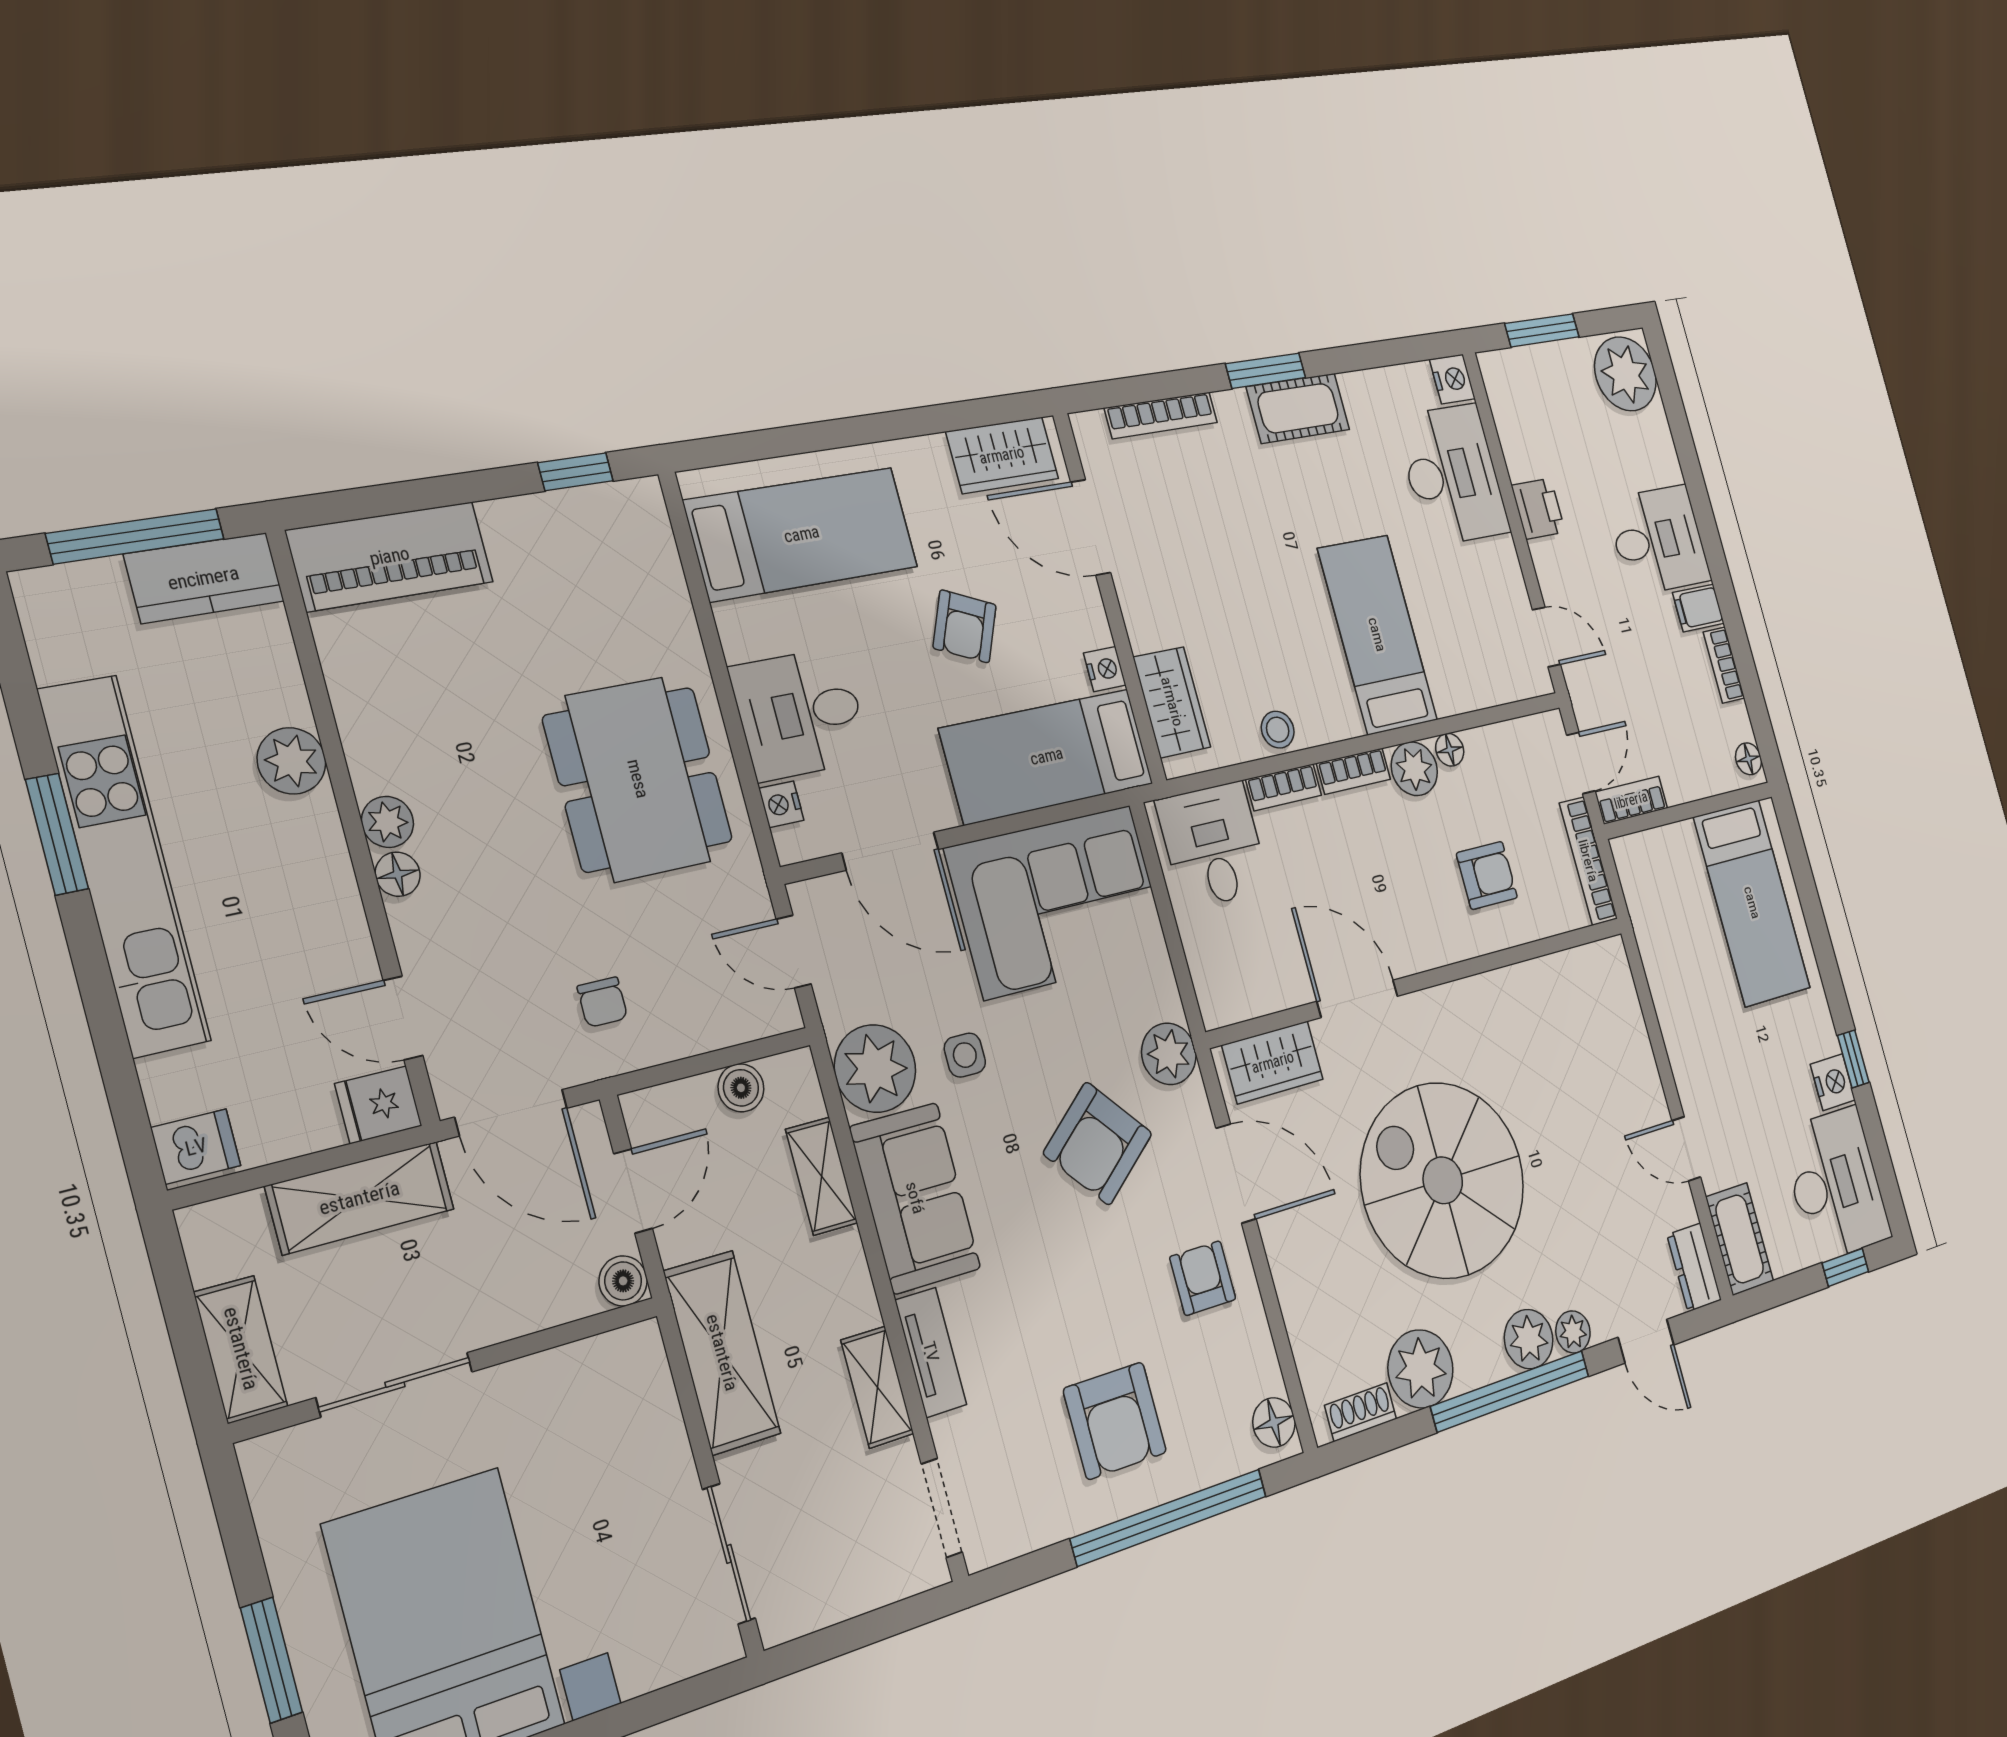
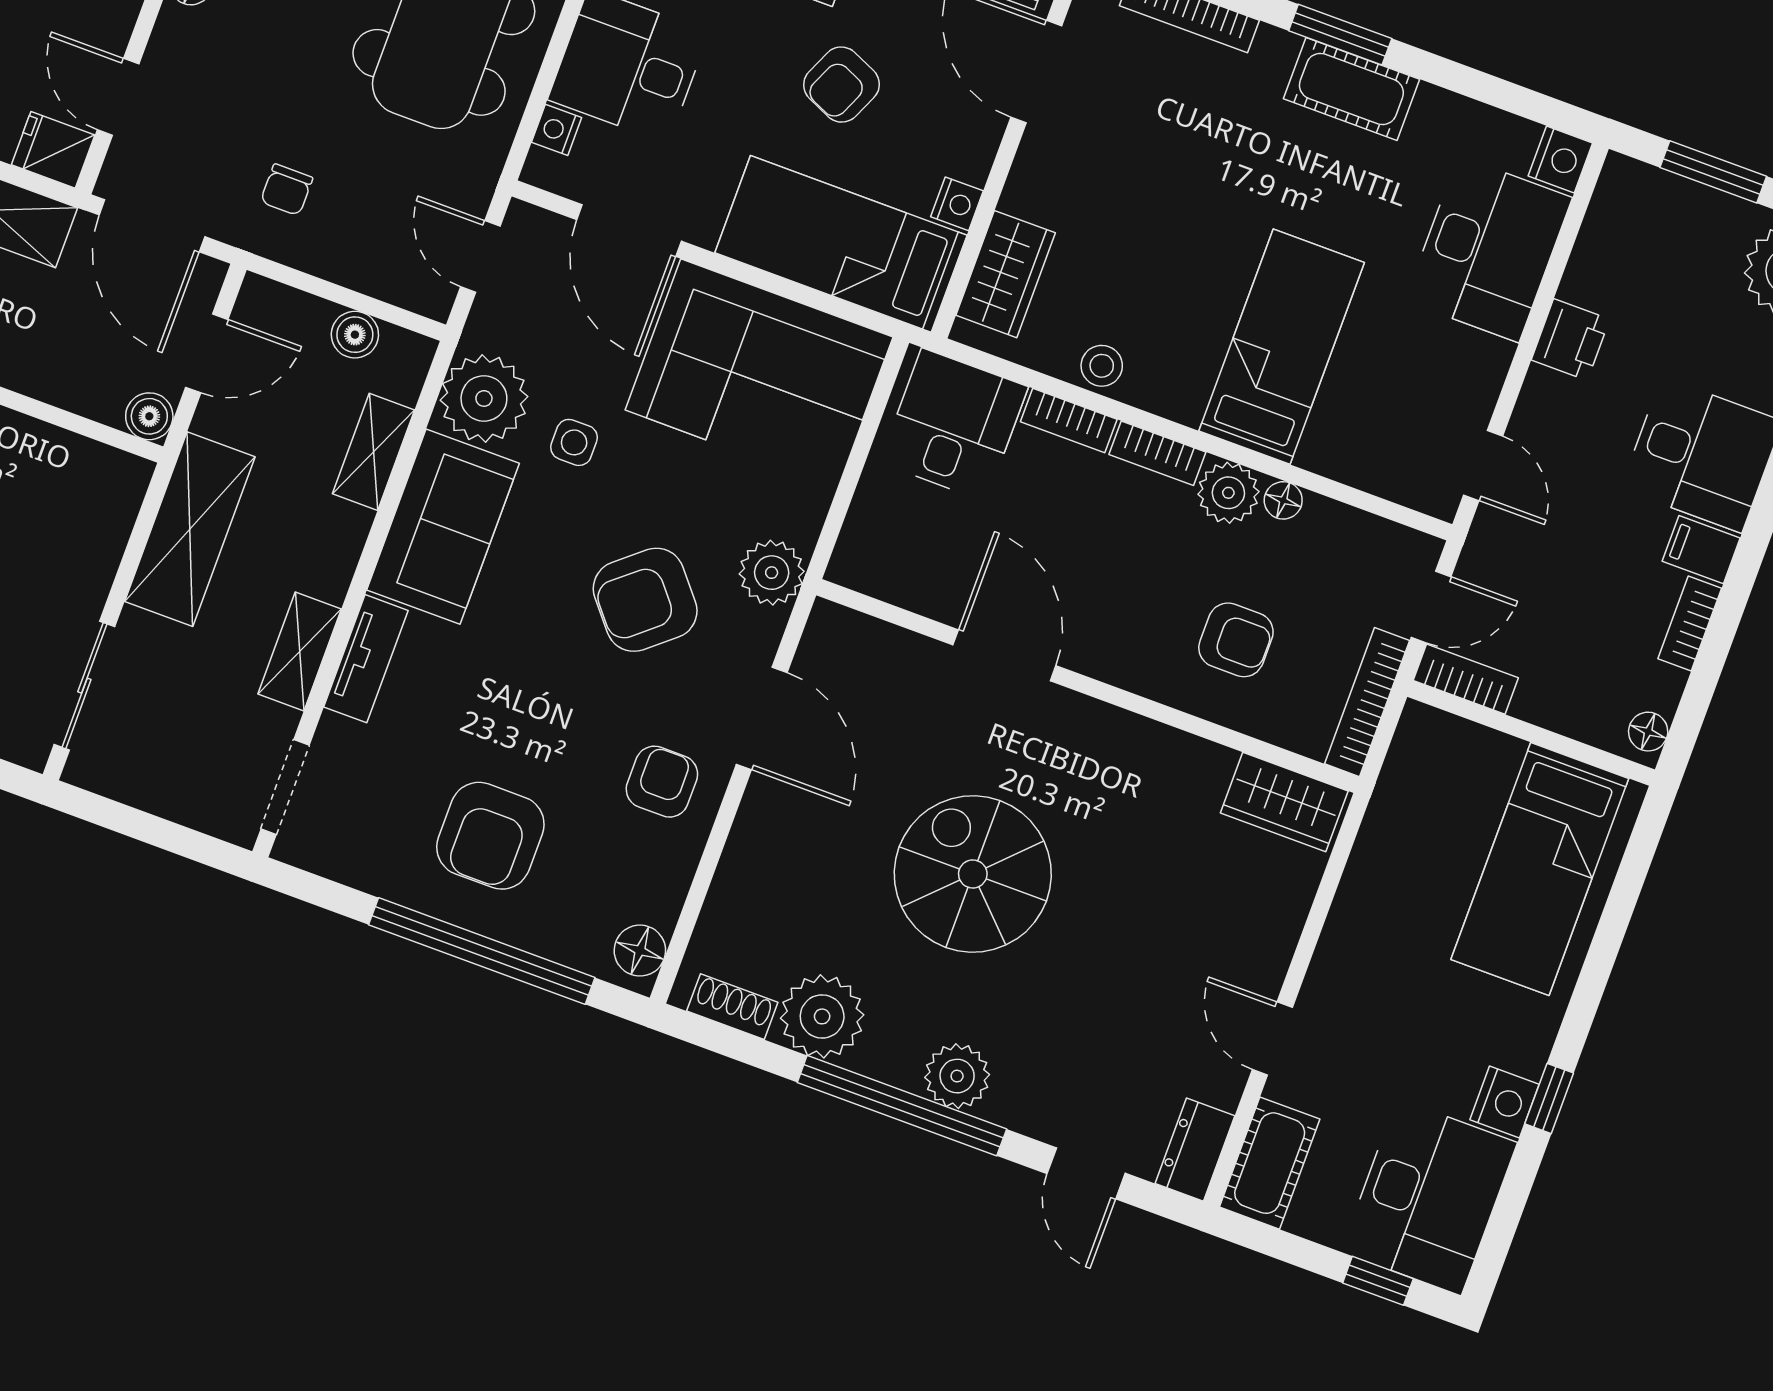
wardrobe: (1273, 1062) -> (1284, 802), moved
spiral stairs: (1443, 1180) -> (973, 874), width x0.73, depth x0.73
plant: (1573, 1332) -> (1011, 1106), removed

